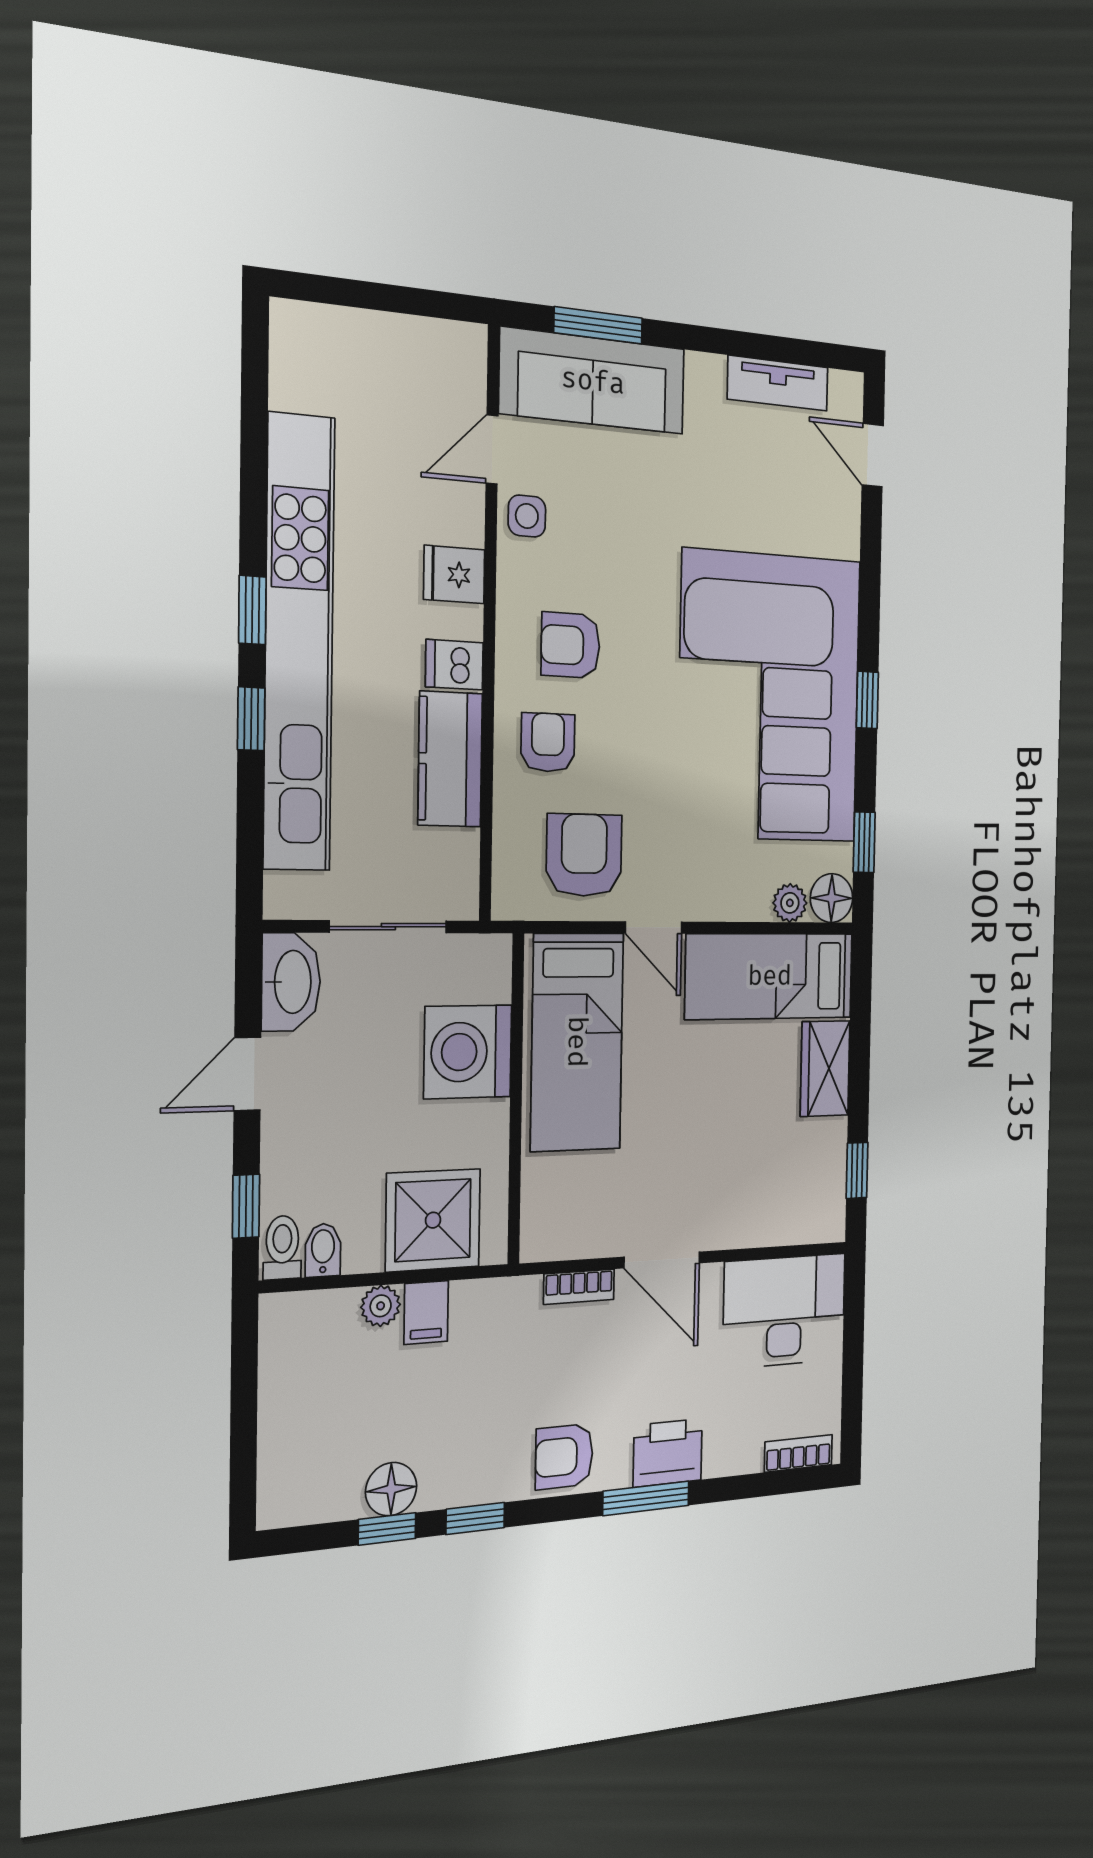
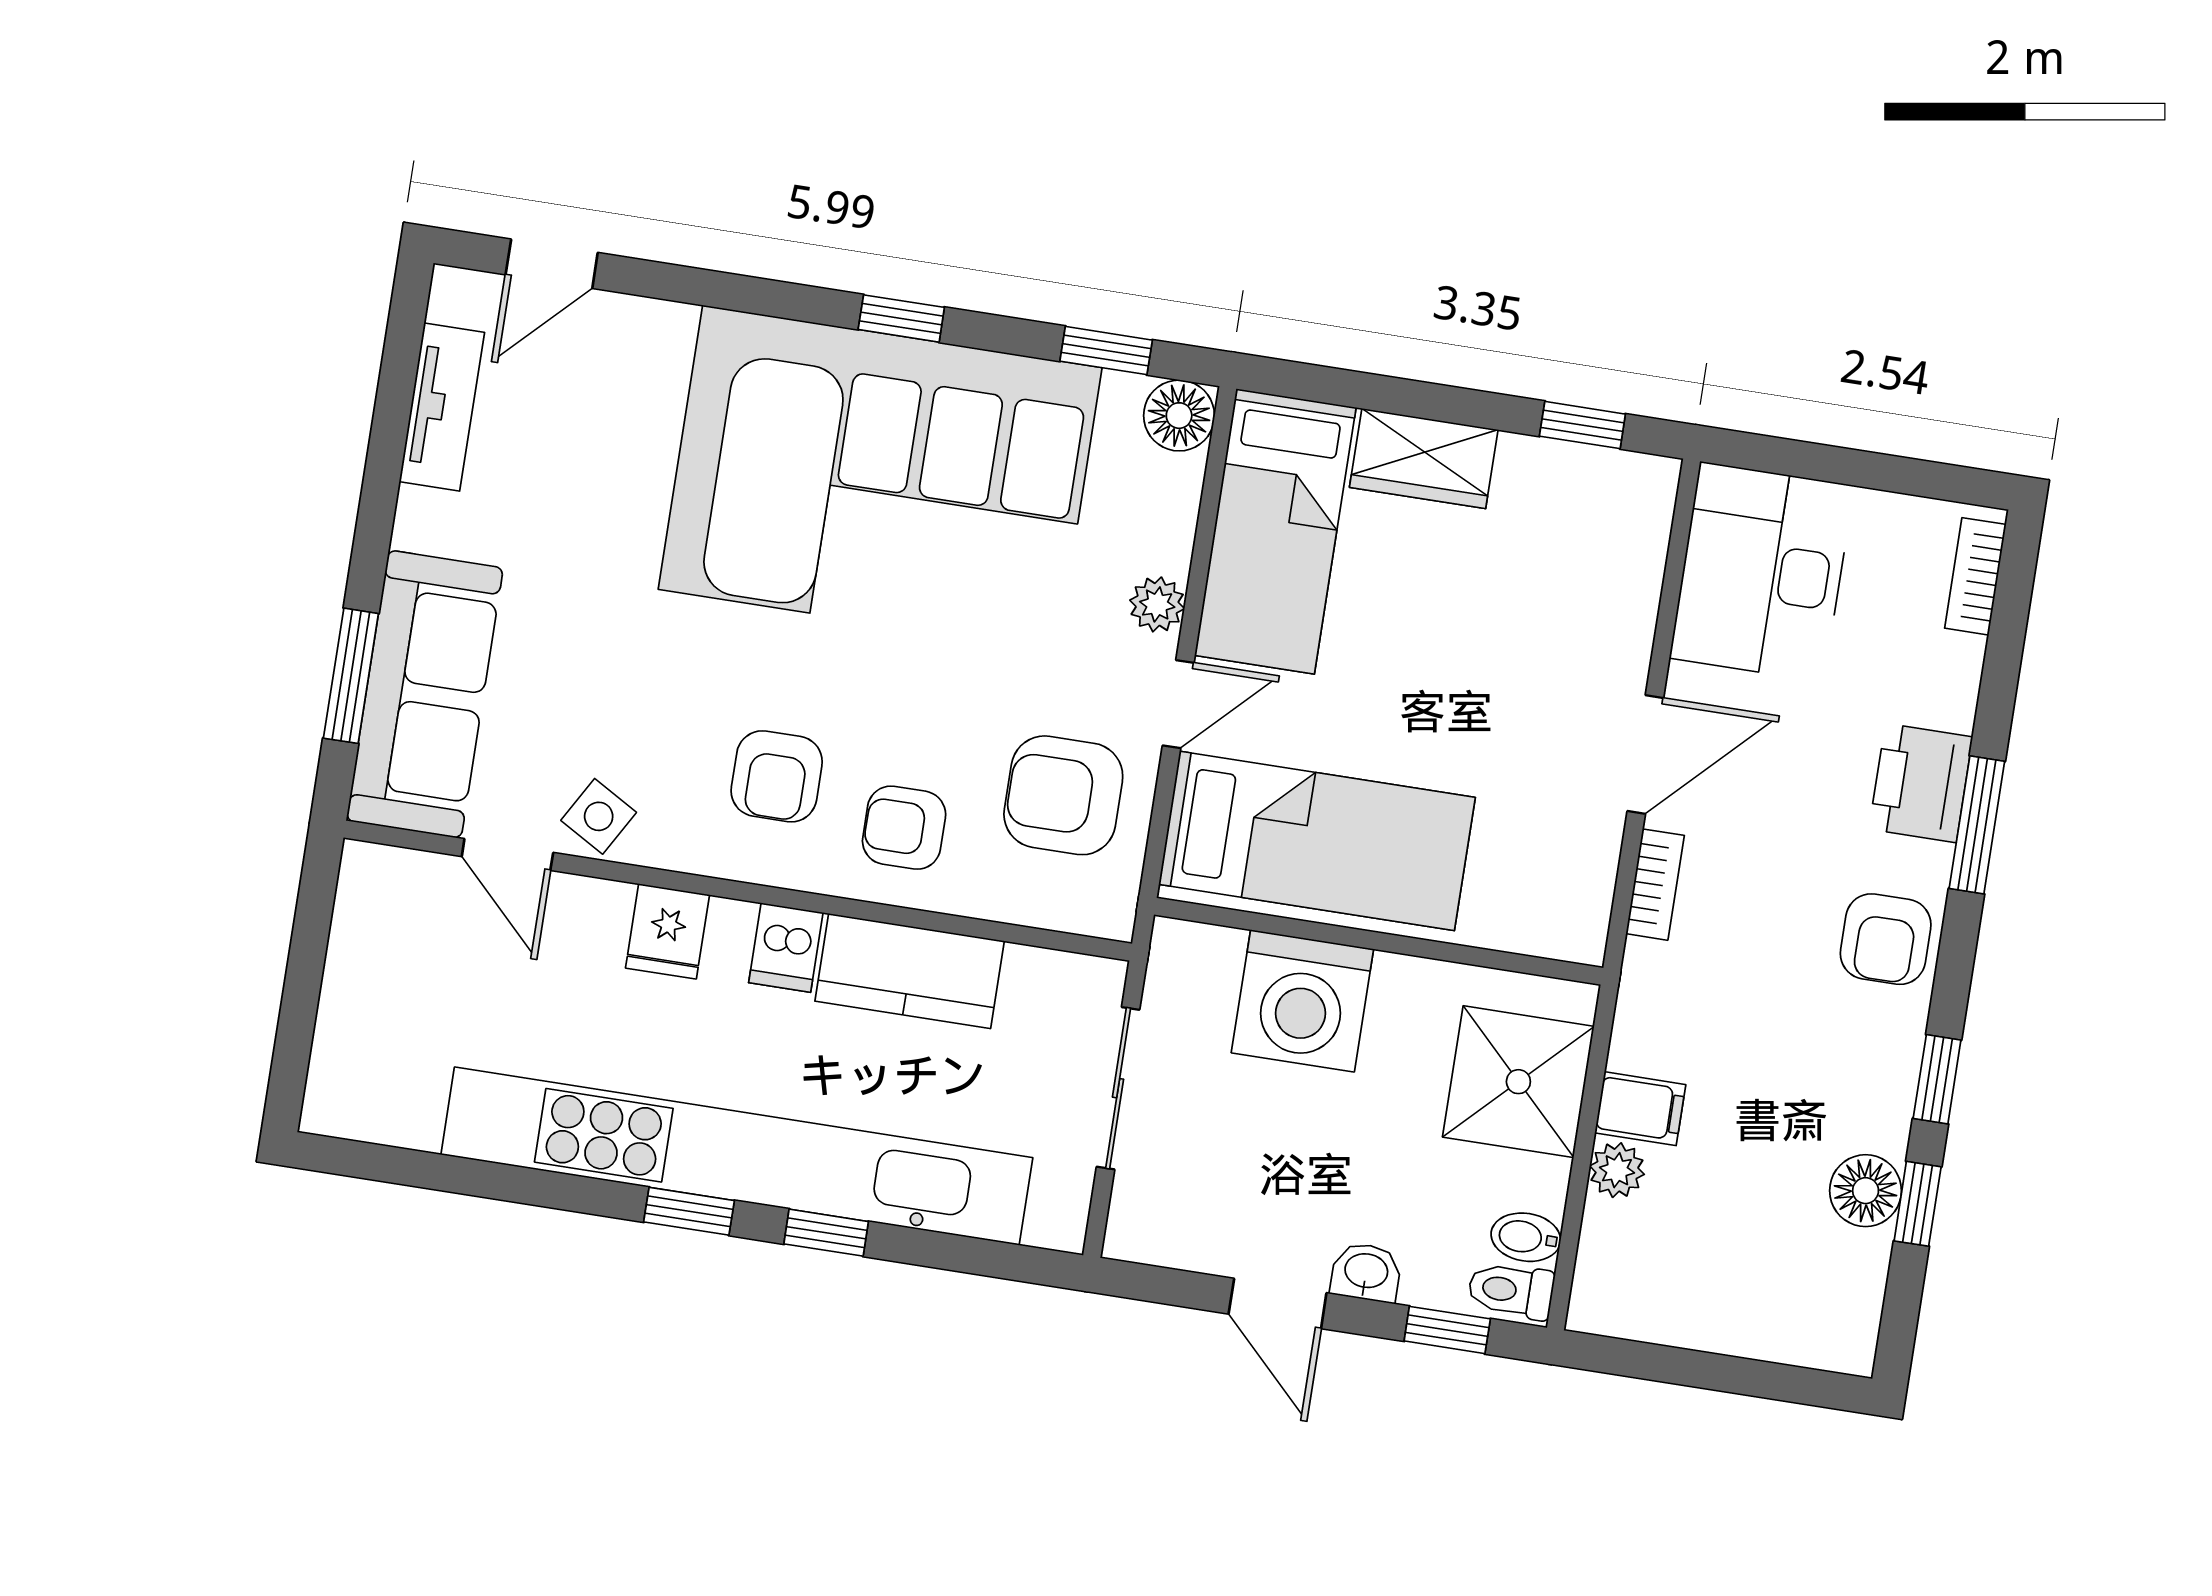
side table: (527, 516) -> (599, 816), turned 30
plant: (790, 903) -> (1157, 604), moved
washbasin: (291, 982) -> (1366, 1272), moved, width x0.52, depth x0.69

